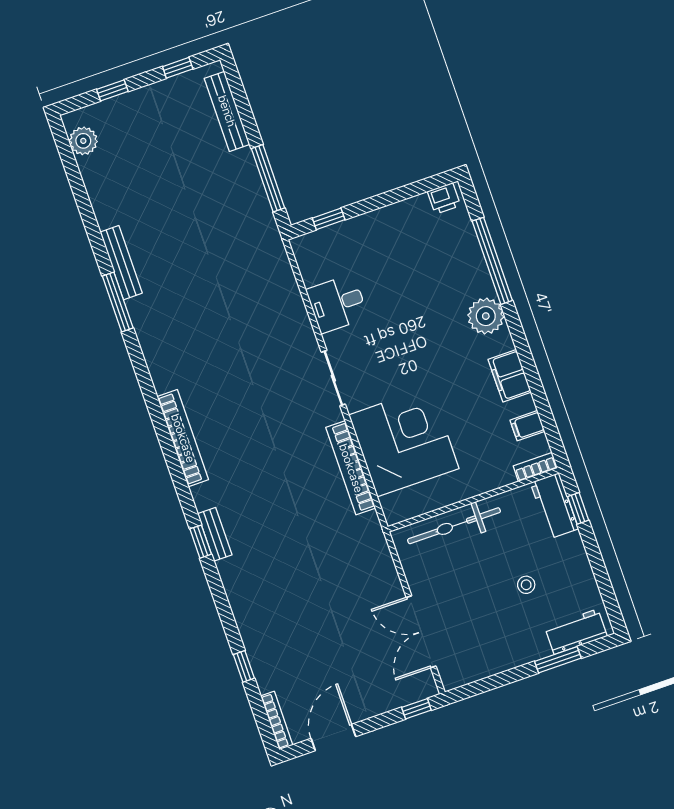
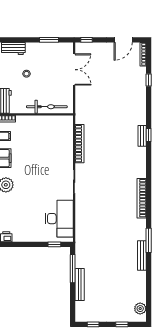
bench: (227, 111) -> (80, 284), moved
desk: (337, 304) -> (59, 219), width x1.87, depth x1.30
bookcase: (183, 438) -> (142, 198), moved
corner desk: (404, 442) -> (55, 147), removed
window: (558, 660) -> (49, 40), moved

